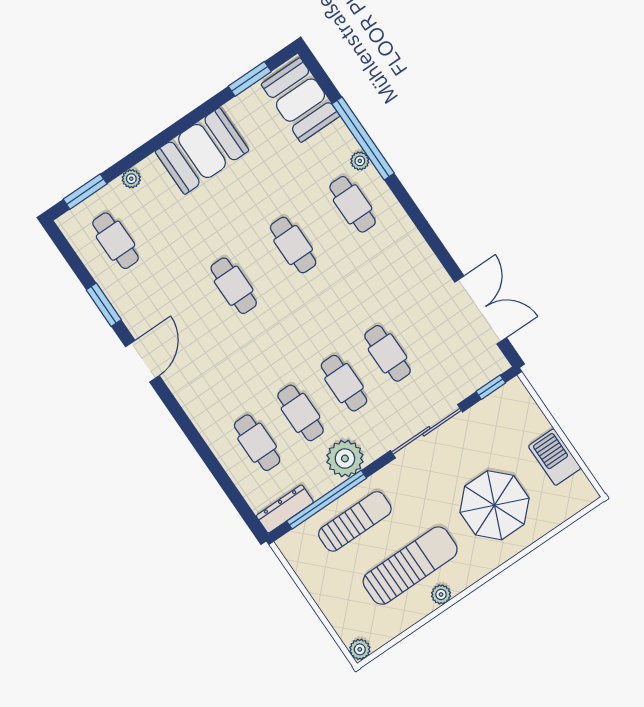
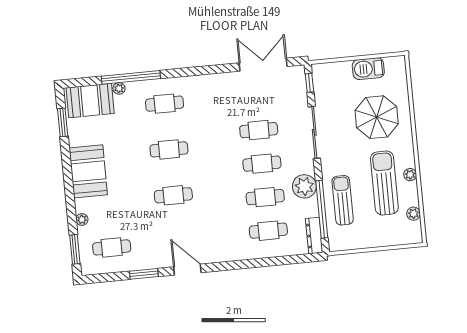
plant: (360, 161) -> (119, 88), moved
plant: (360, 649) -> (413, 214), moved

